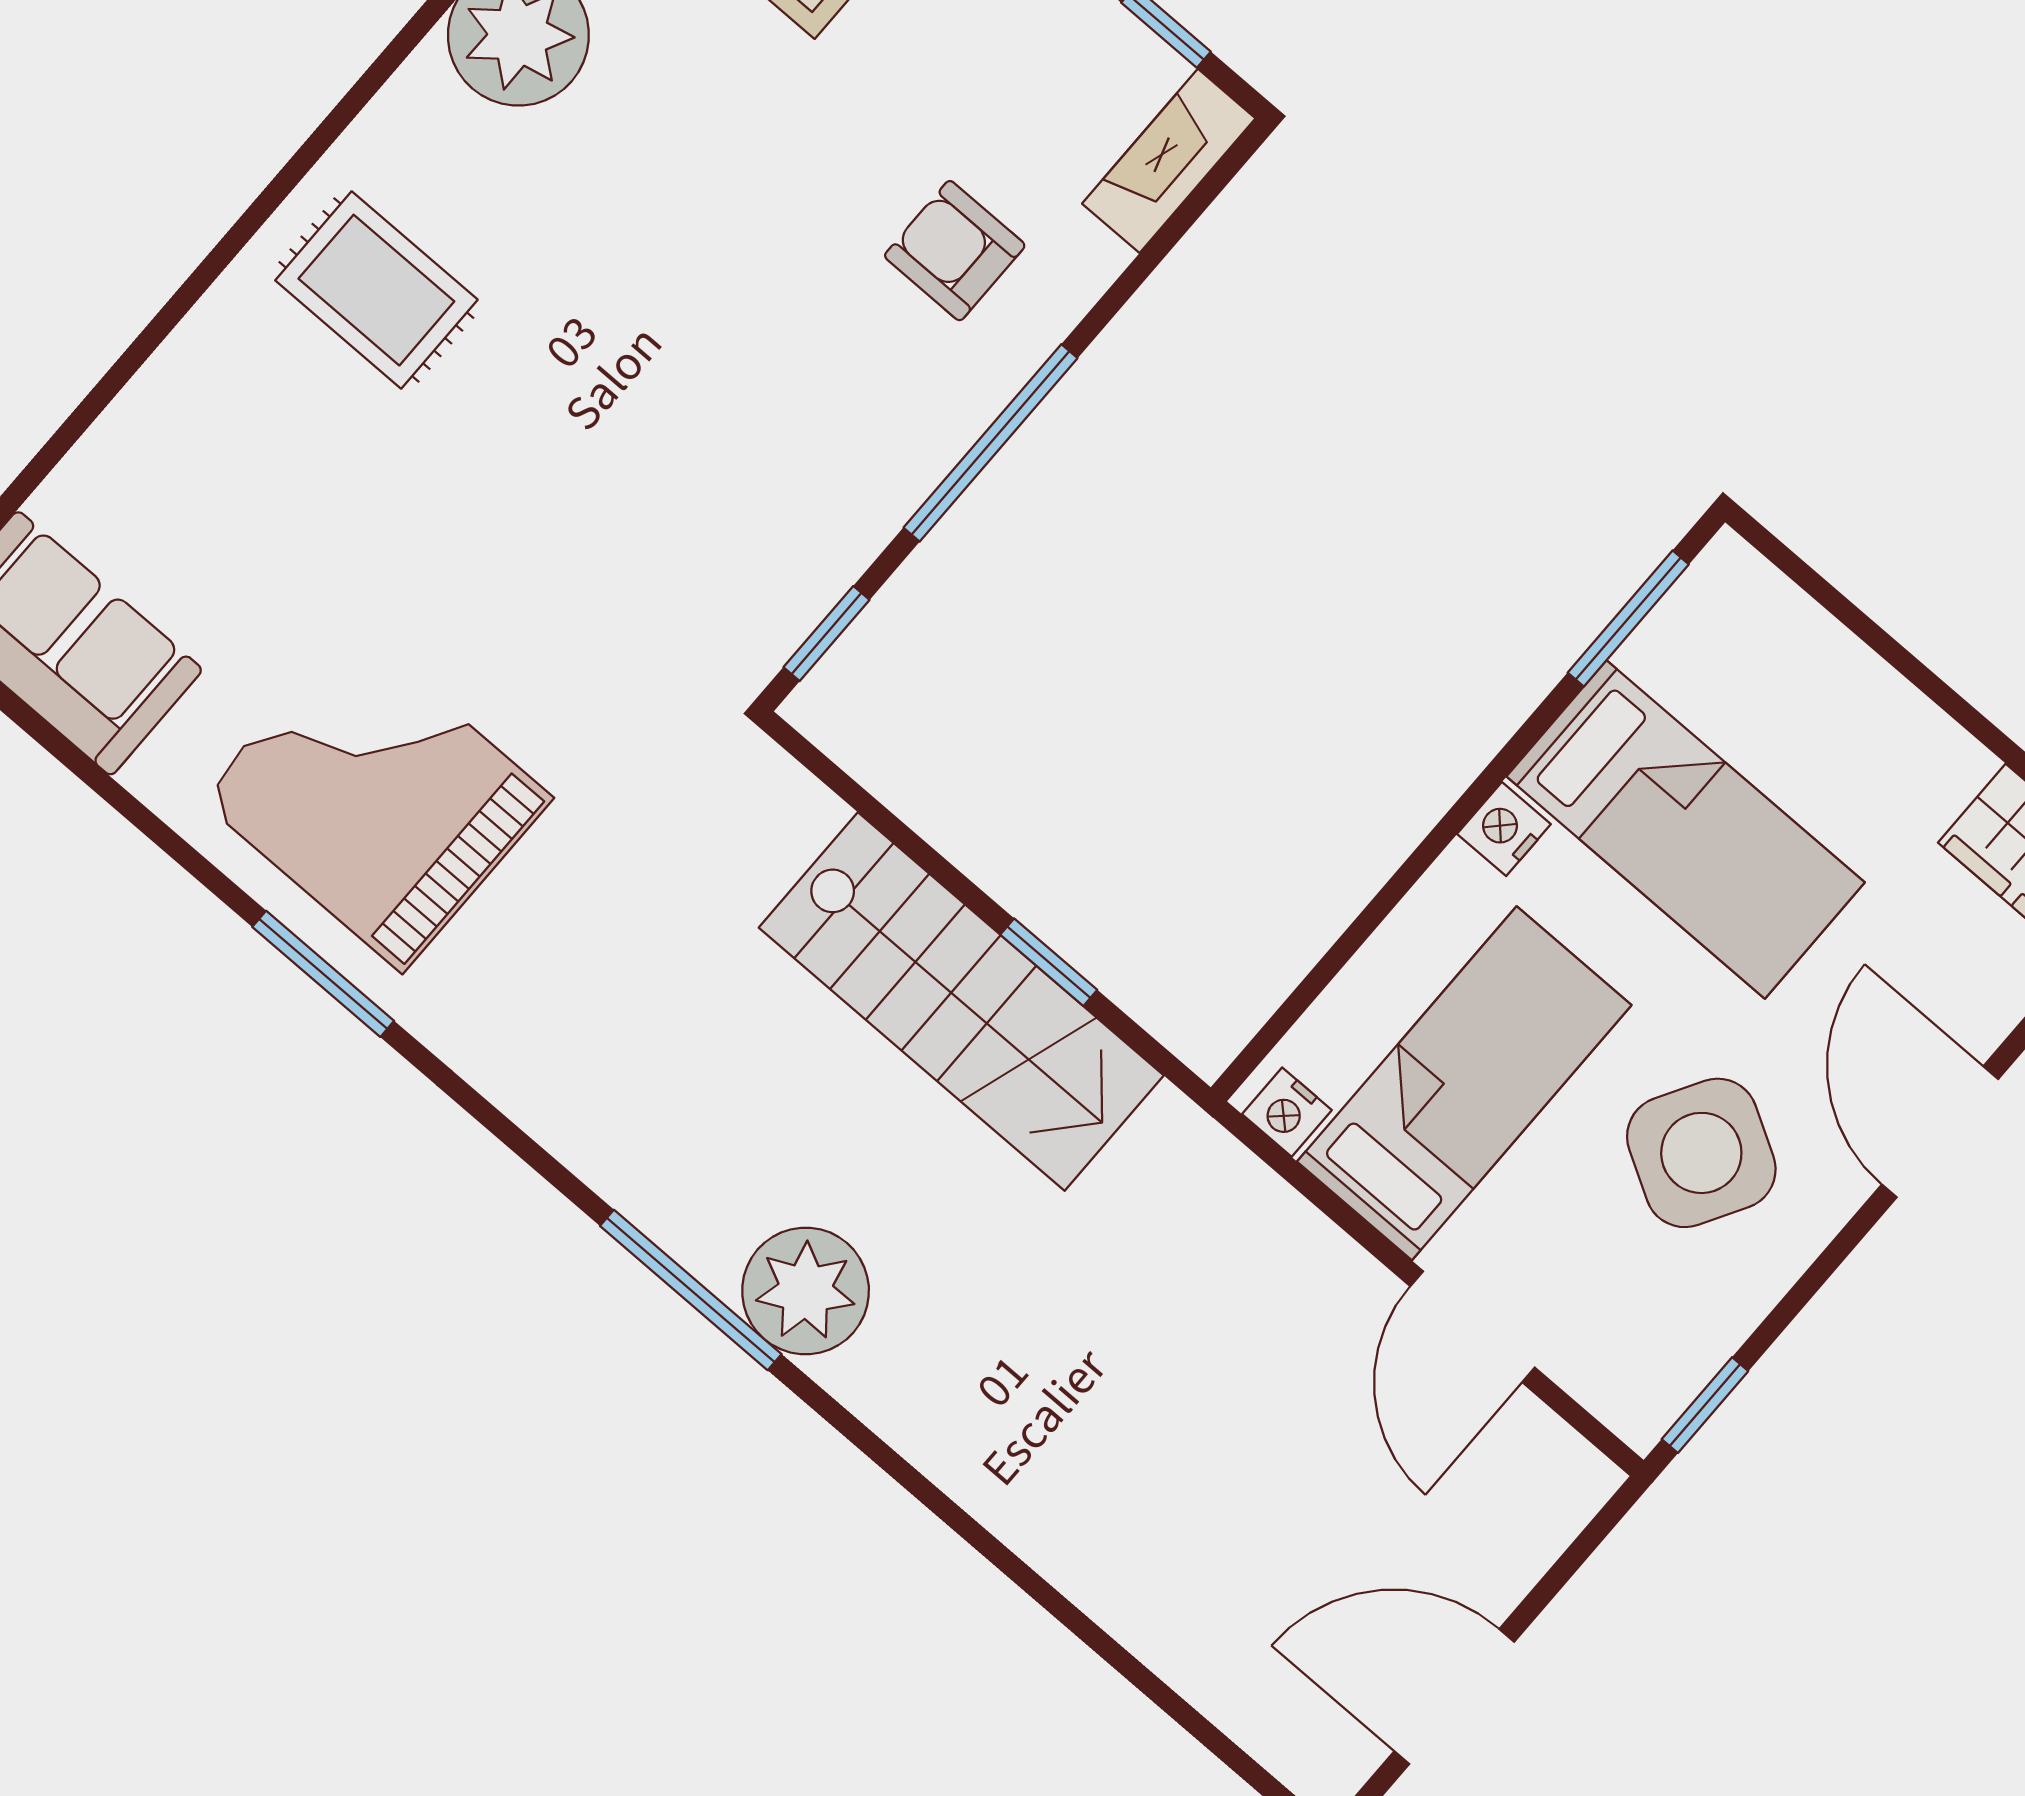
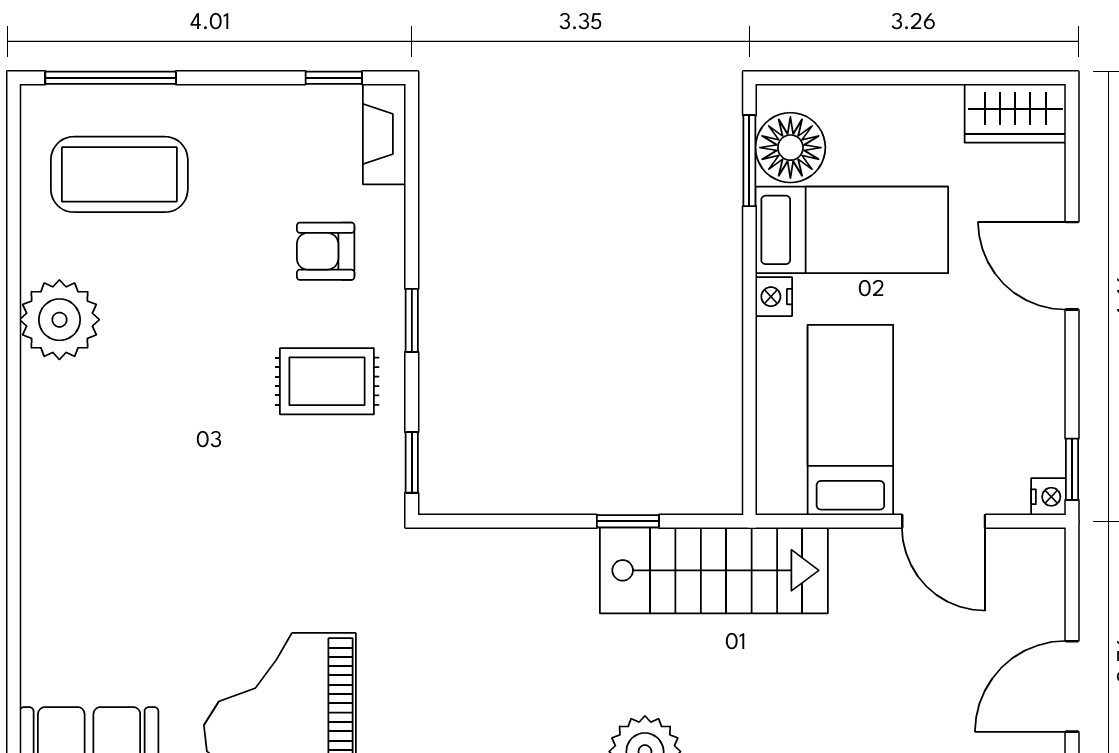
rug: (376, 290) -> (327, 381), moved
window: (990, 443) -> (412, 320), width x0.46
floor lamp: (1698, 648) -> (790, 148), added
stairs: (961, 1002) -> (714, 570), moved
nightstand: (1287, 1112) -> (1048, 497), moved, turned -90
side table: (1701, 1153) -> (978, 363), removed

